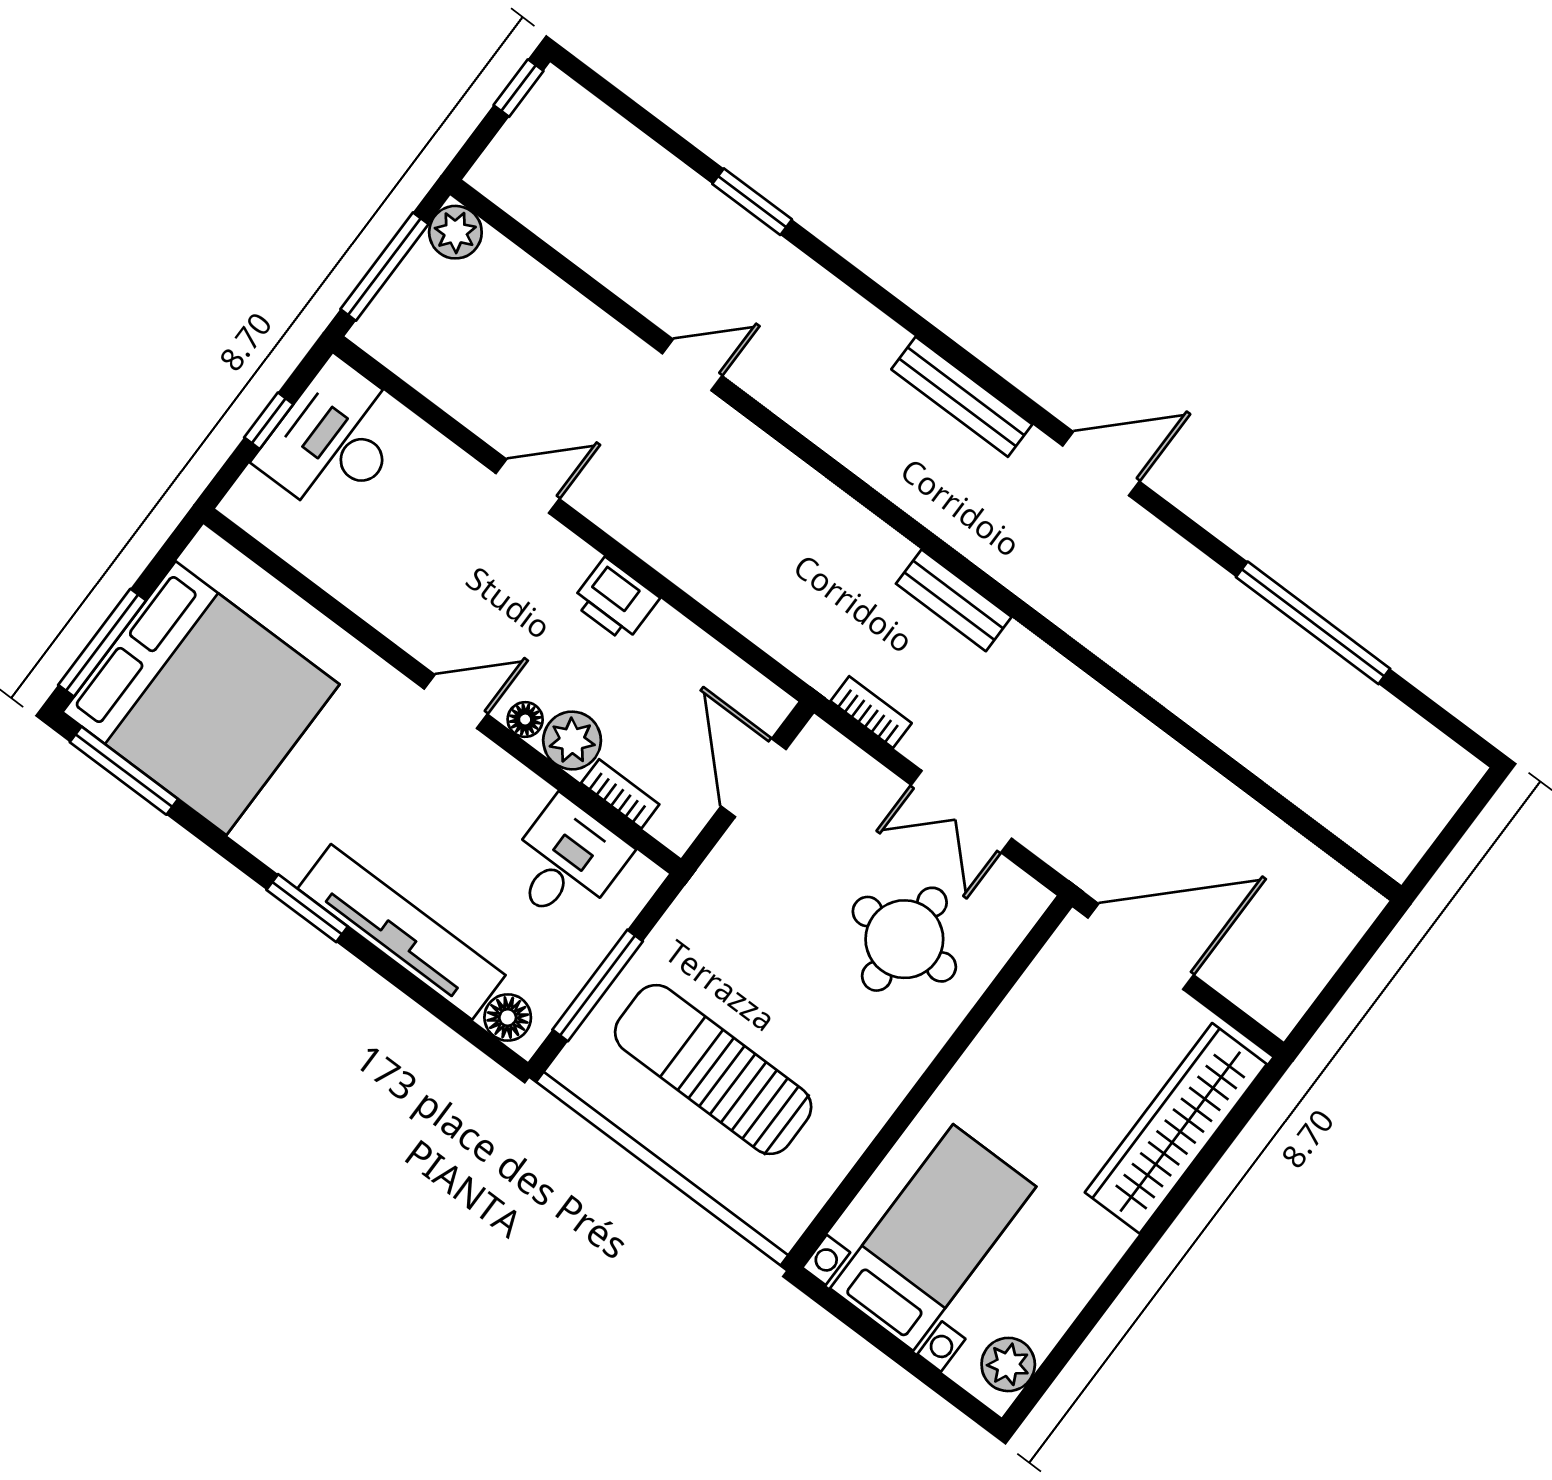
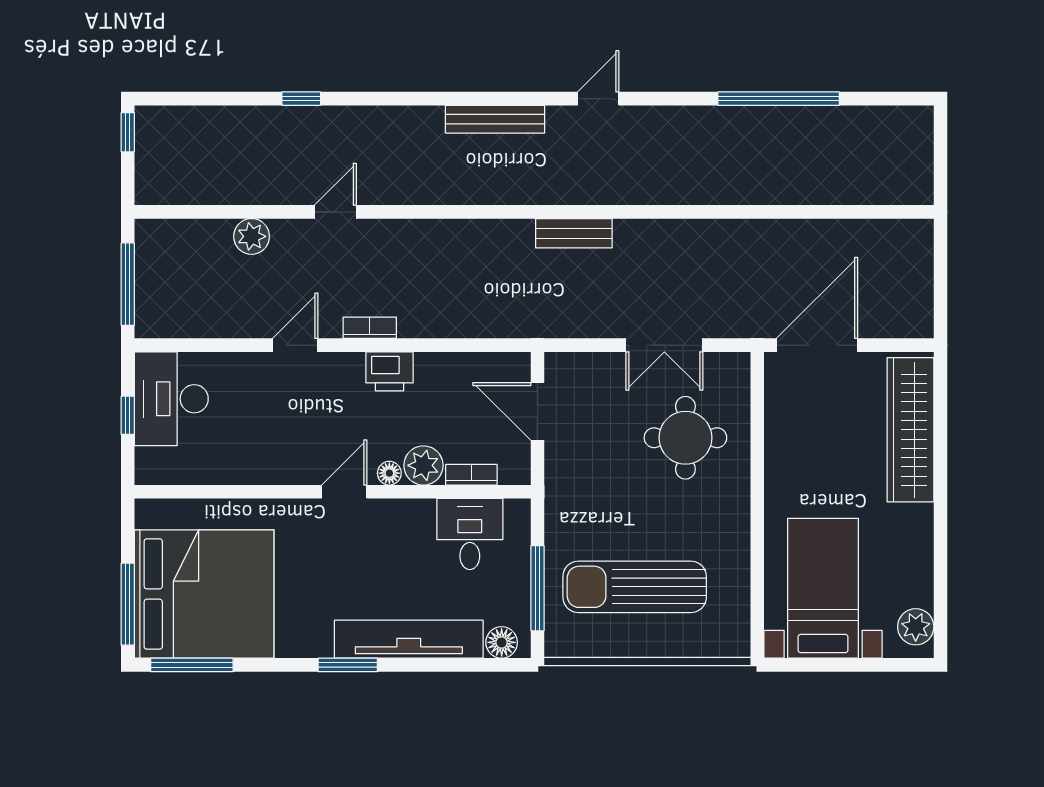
window: (752, 202) -> (301, 99), width x0.67
plant: (455, 232) -> (252, 236), moved
door: (1101, 464) -> (598, 99), width x0.73
bookcase: (871, 712) -> (370, 328), moved

